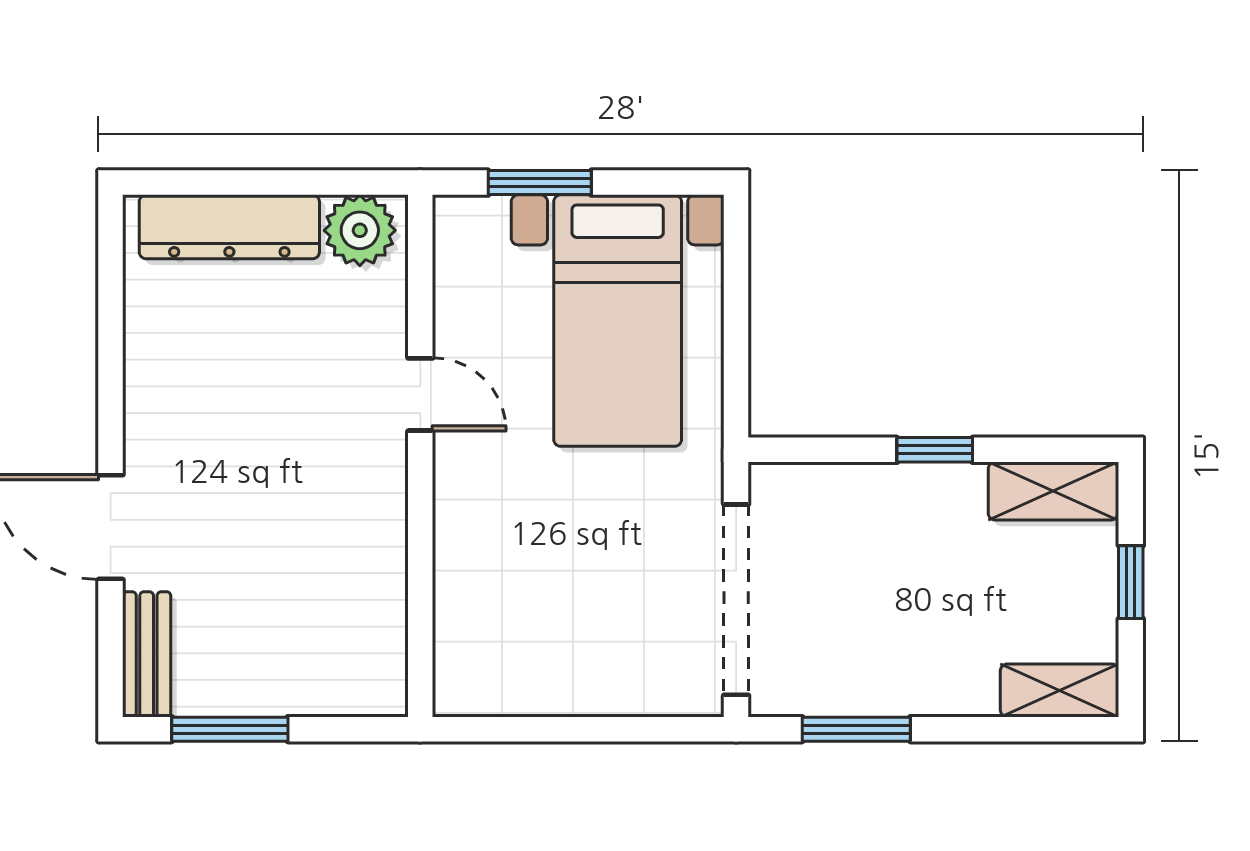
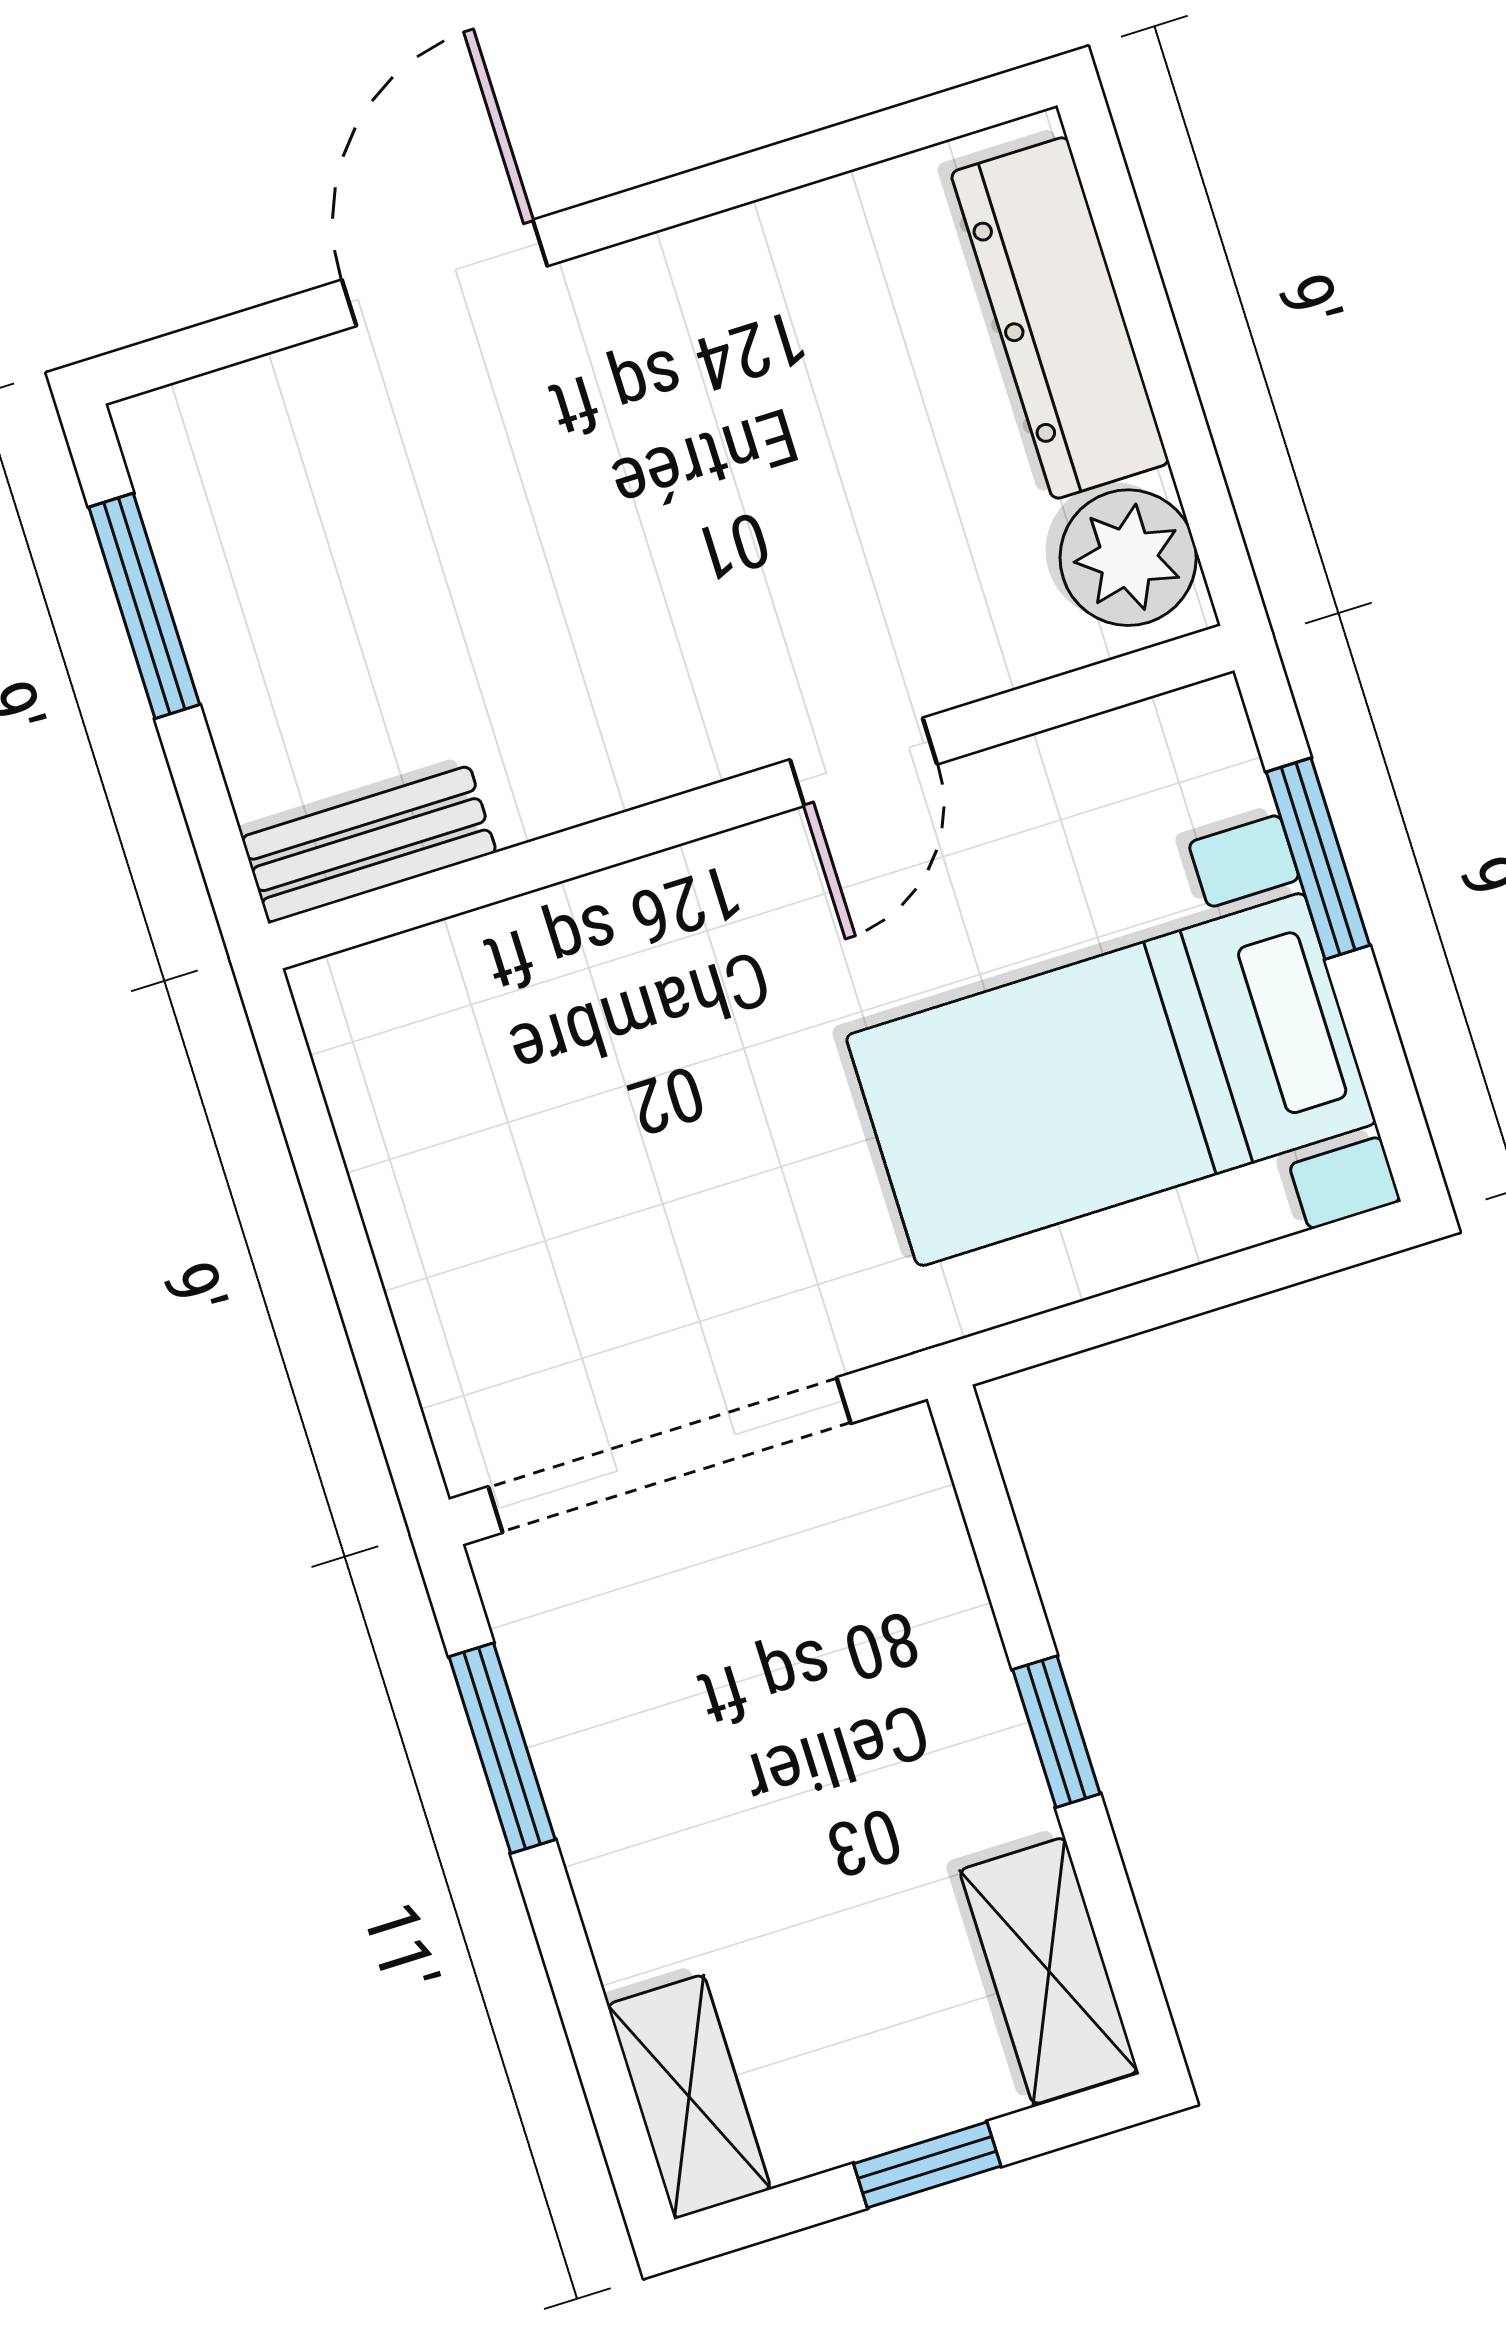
bench: (147, 654) -> (369, 845), moved

